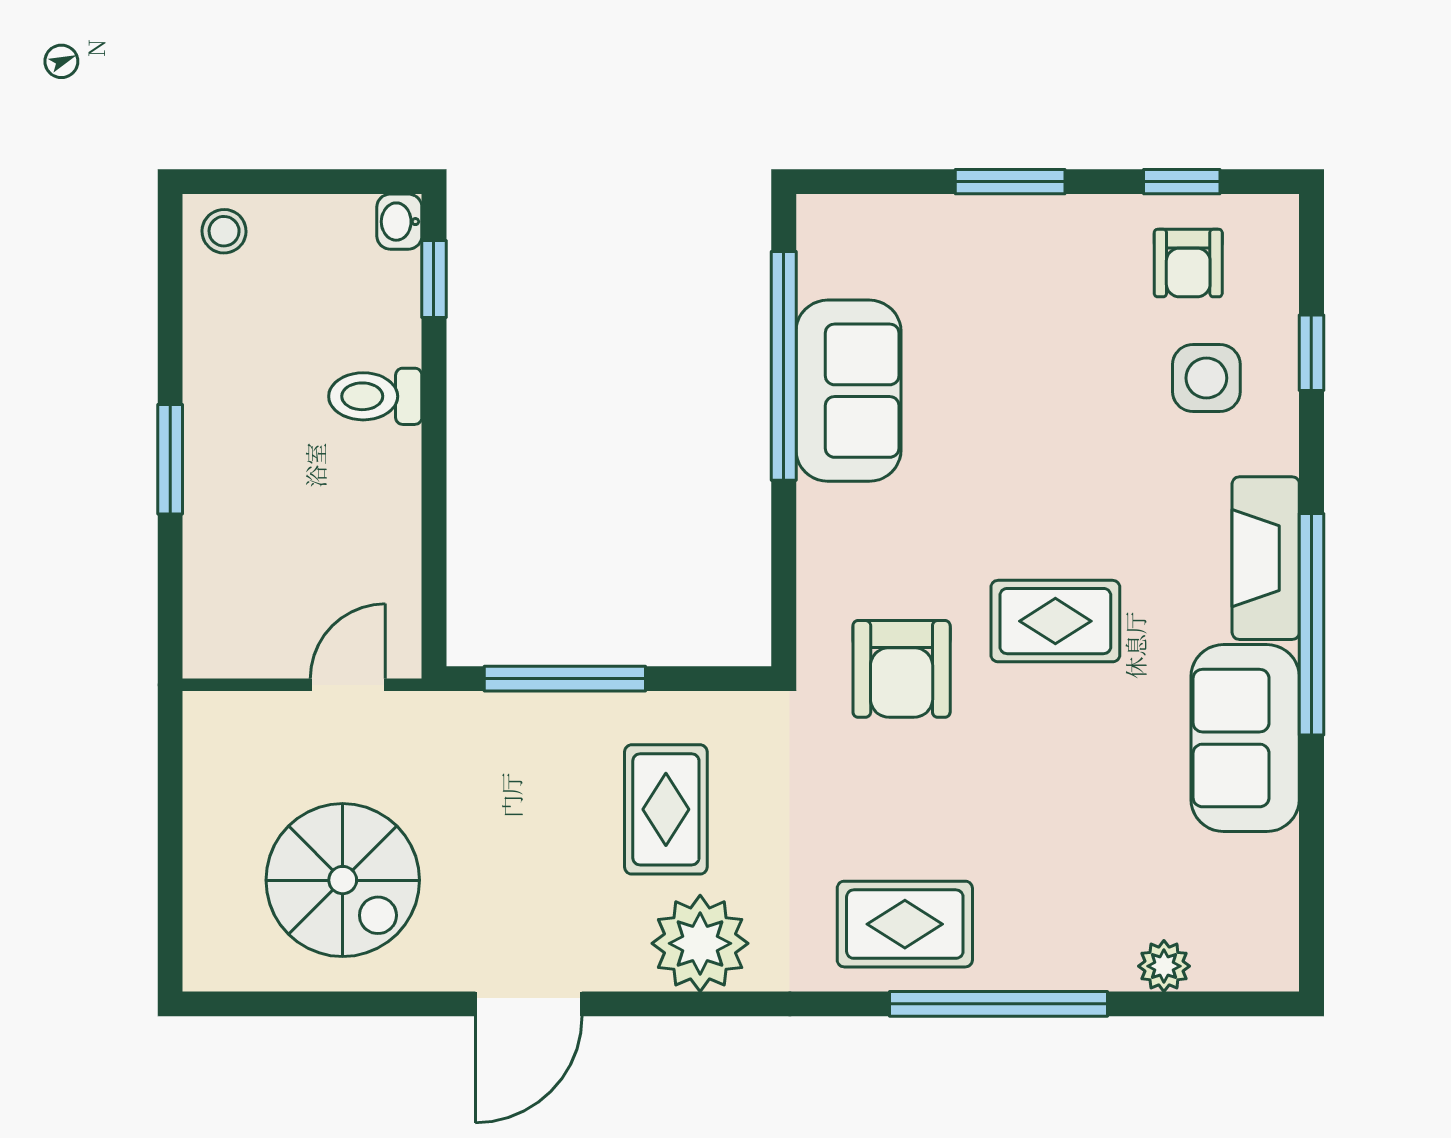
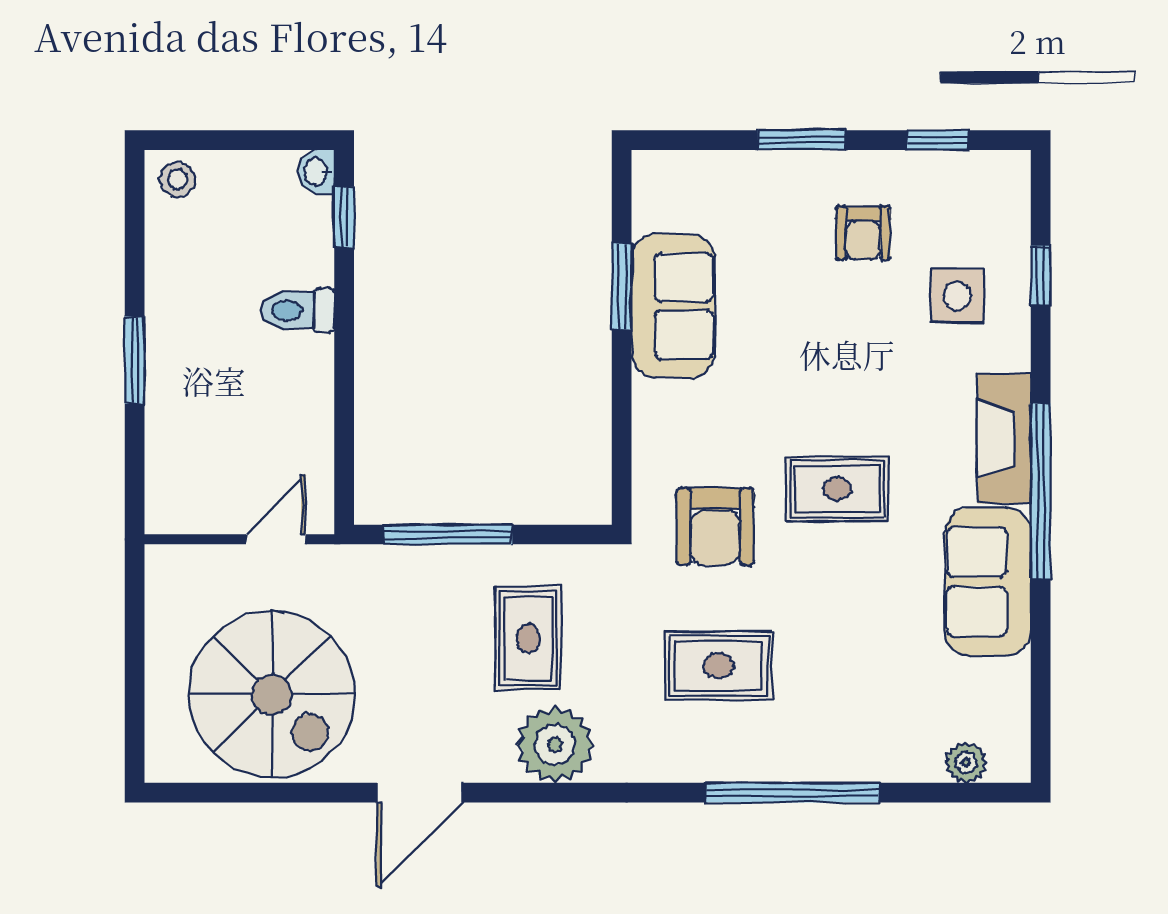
armchair: (1188, 263) -> (863, 233), moved
window: (784, 366) -> (622, 286), width x0.47
spiral stairs: (343, 880) -> (272, 694), width x1.37, depth x1.37
rug: (905, 924) -> (719, 666), moved
plant: (1164, 966) -> (966, 763), moved

